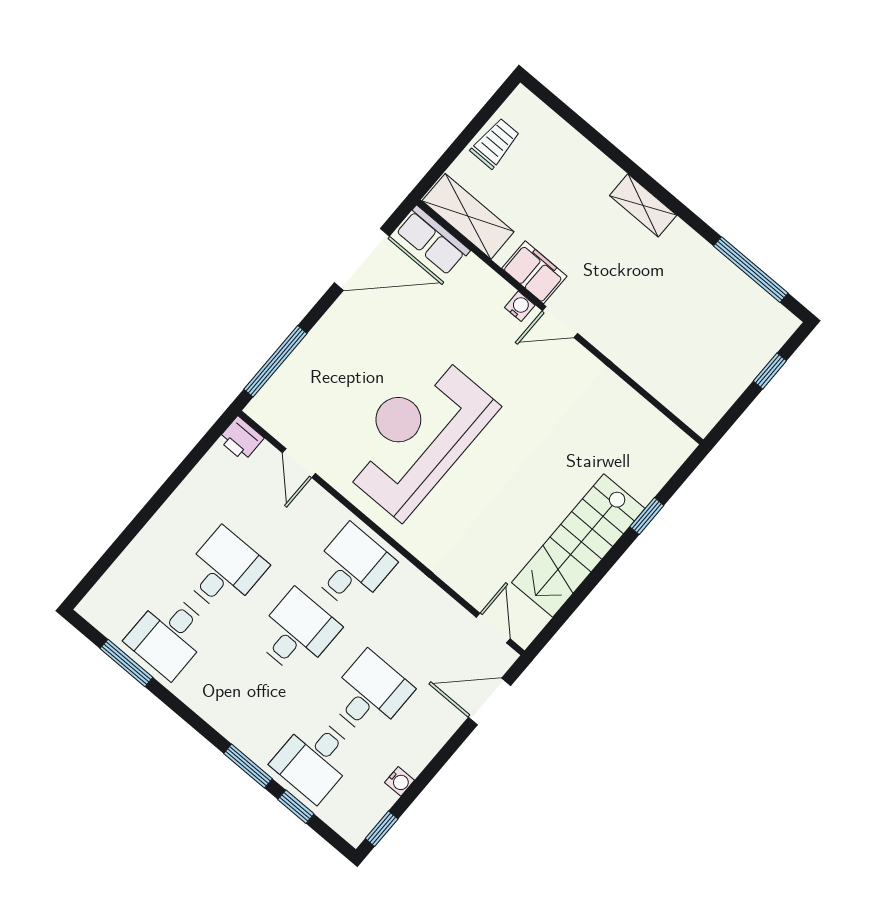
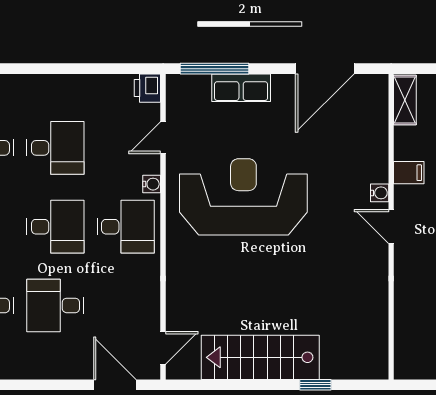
shelving: (468, 216) -> (405, 100), width x0.67, depth x0.75
row of seats: (433, 240) -> (241, 88), moved, turned -90
door: (362, 259) -> (325, 69), hinge flipped
filing cabinet: (534, 272) -> (409, 173), width x0.50
desk: (370, 694) -> (55, 305), turned 180
water cooler: (400, 781) -> (152, 184), moved, turned -90

